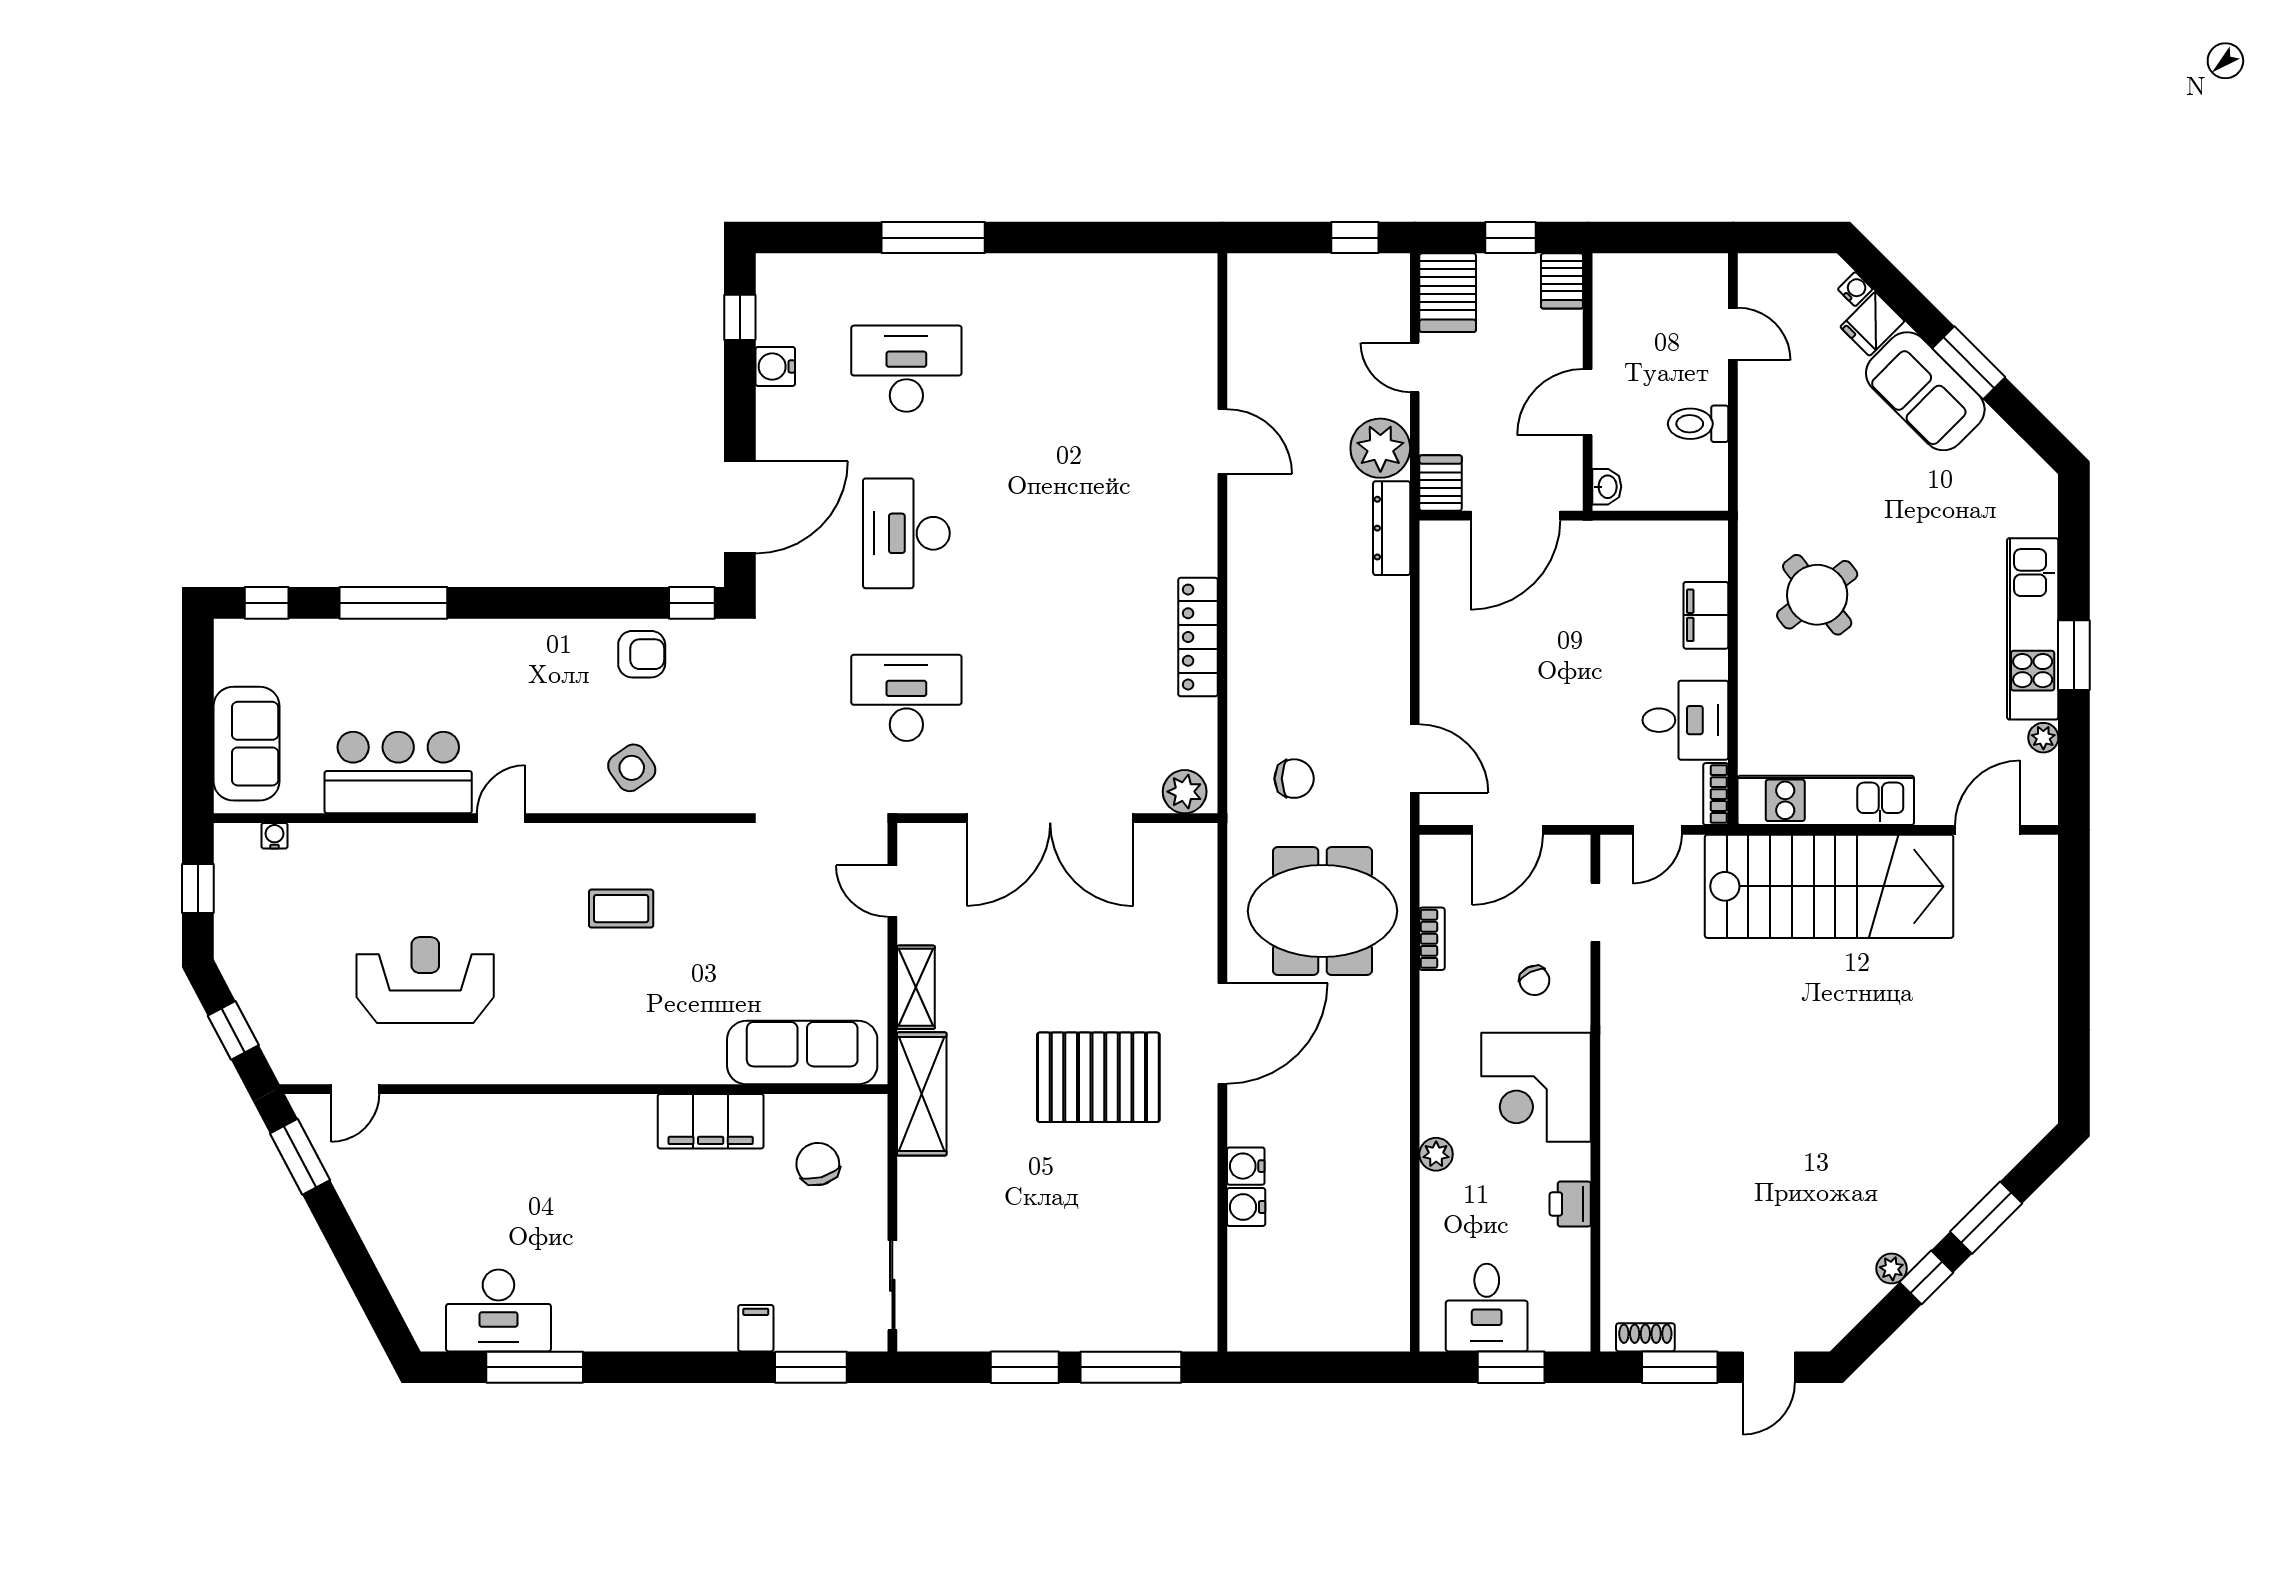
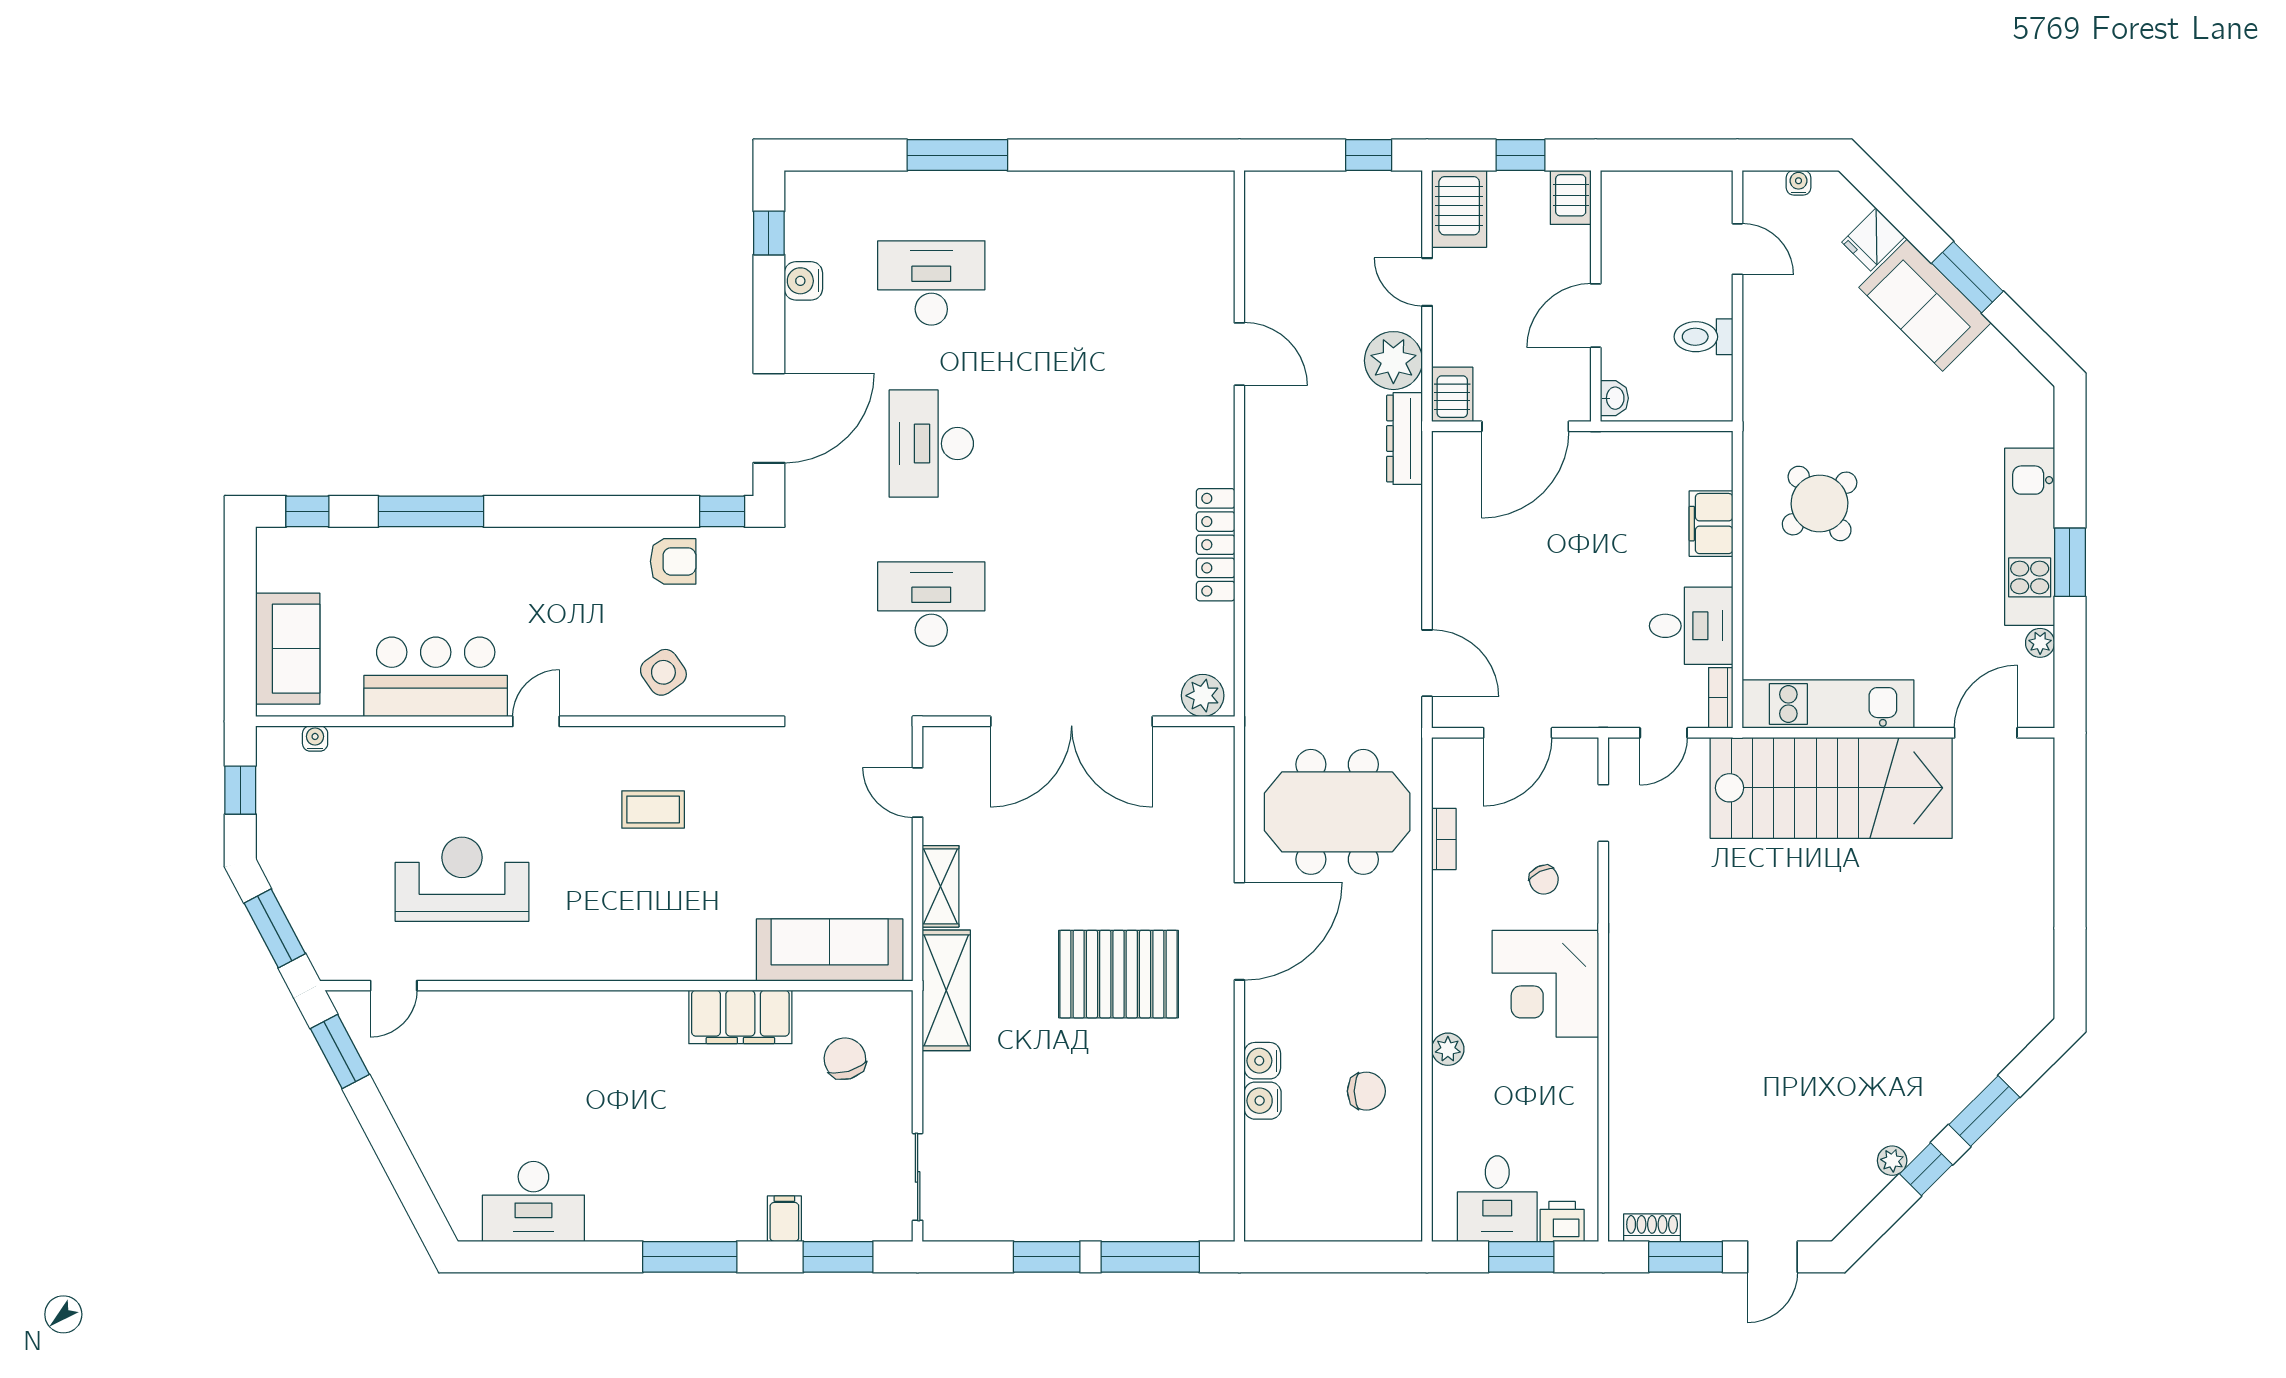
water cooler: (1855, 289) -> (1799, 183), moved, turned -45
chair: (1294, 779) -> (1366, 1091), moved
window: (233, 1030) -> (275, 928), width x1.50
printer: (1570, 1204) -> (1562, 1222), moved, turned 90
window: (535, 1367) -> (690, 1257), moved

